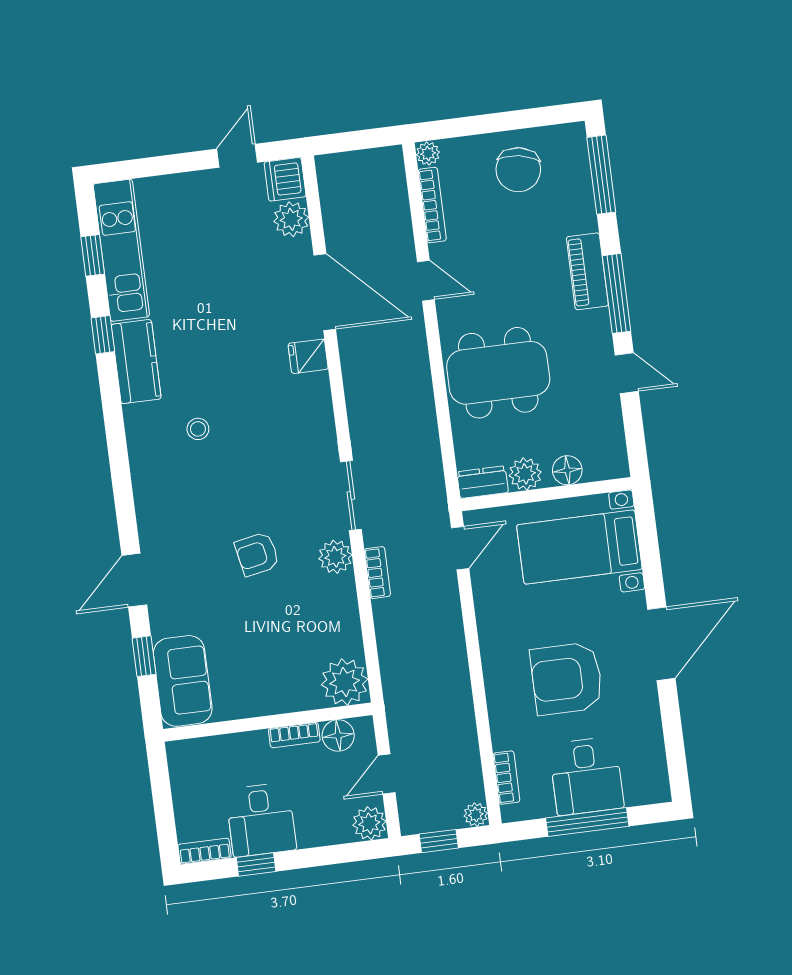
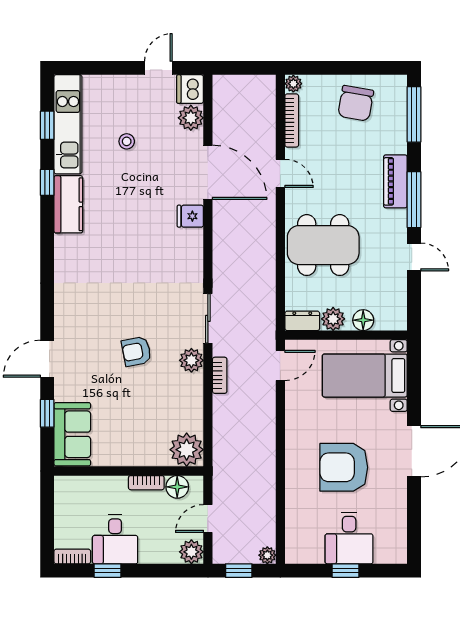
stool: (198, 429) -> (127, 141), moved
bookcase: (506, 778) -> (292, 532), removed
window: (587, 822) -> (345, 571), width x0.46

